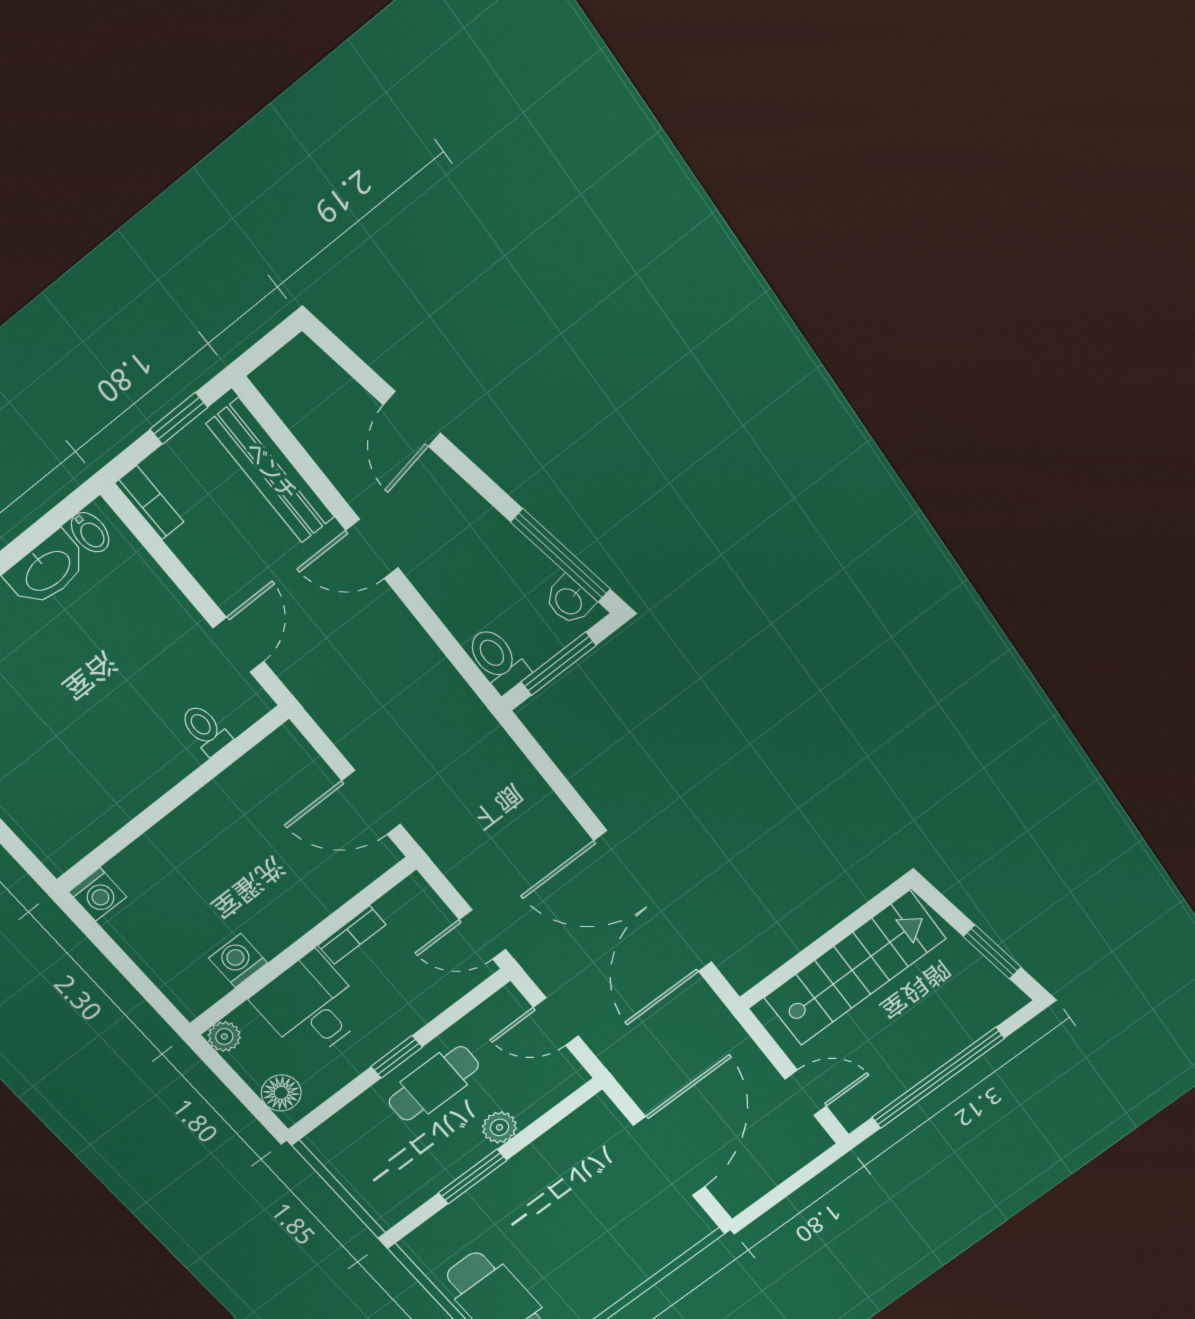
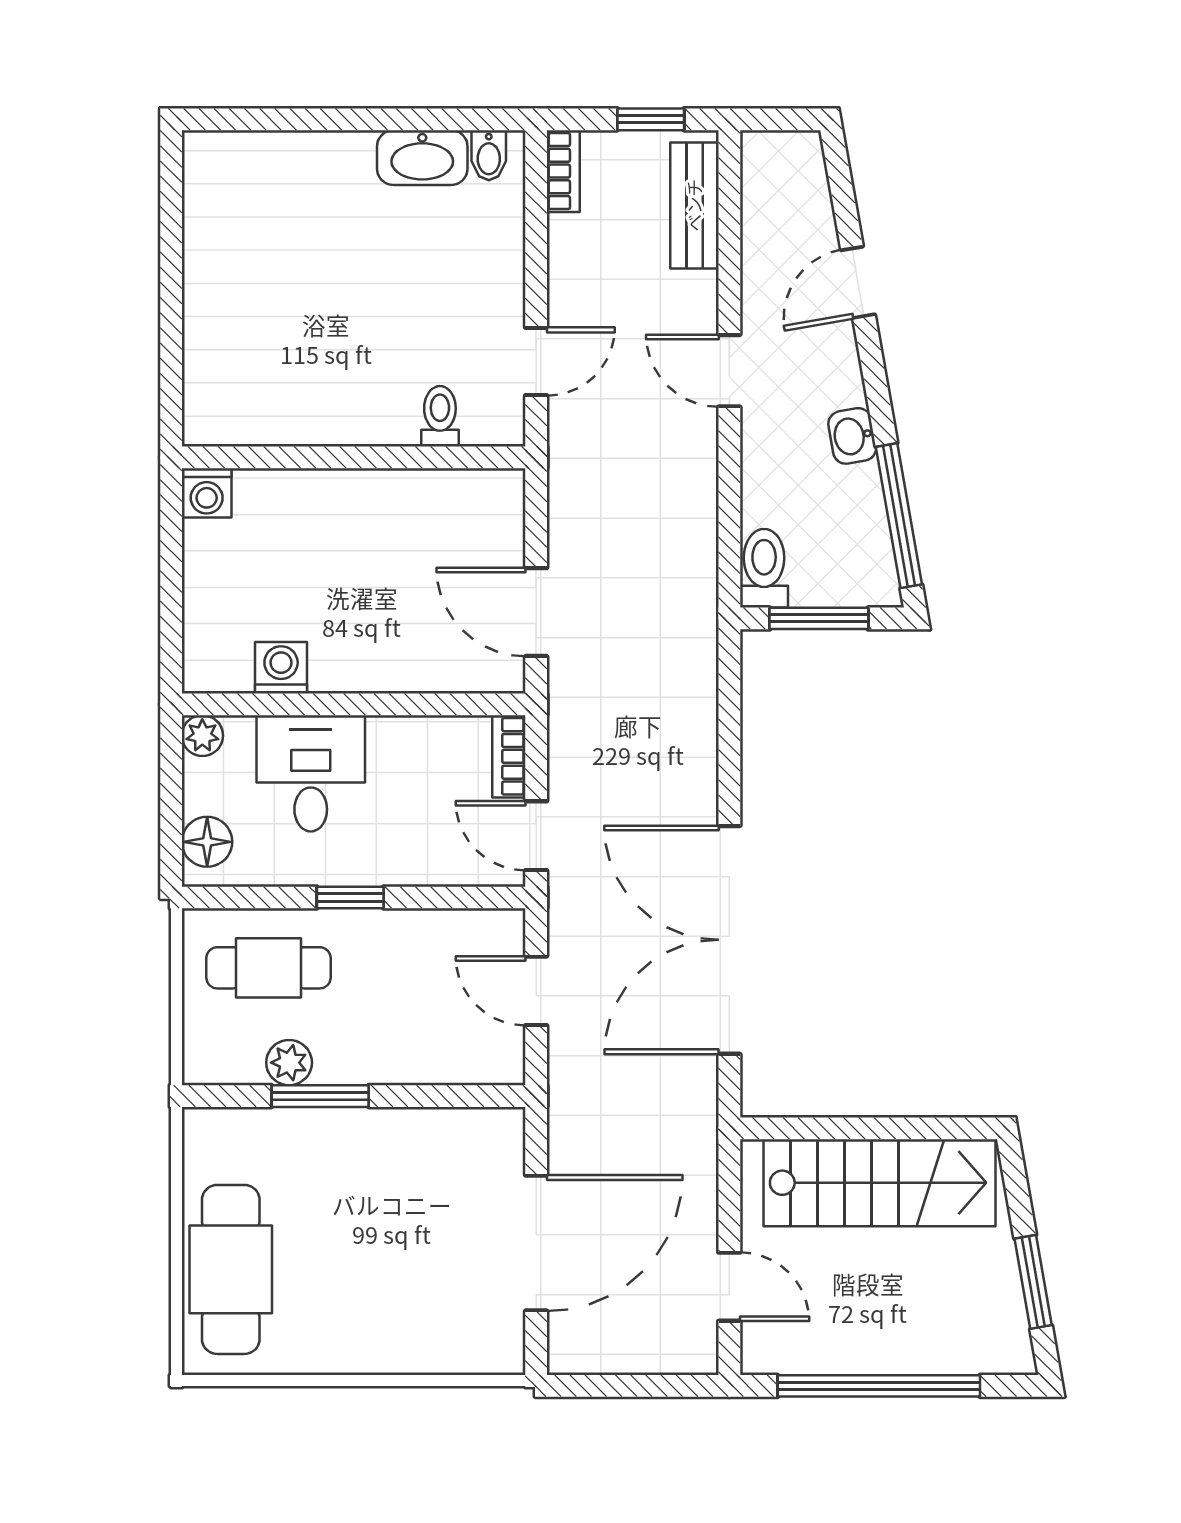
bench: (271, 471) -> (694, 205), width x0.73
washbasin: (569, 601) -> (852, 436), moved
bookcase: (352, 935) -> (509, 756), moved, turned 90
cafe table: (434, 1083) -> (268, 968), moved
plant: (500, 1127) -> (289, 1063), moved

